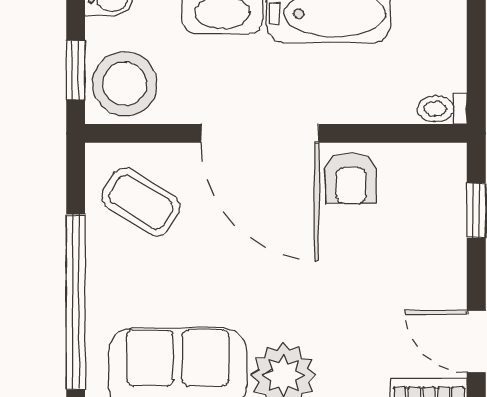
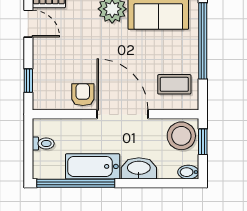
toilet: (442, 109) -> (43, 144), moved
coffee table: (141, 202) -> (174, 84), turned -32

